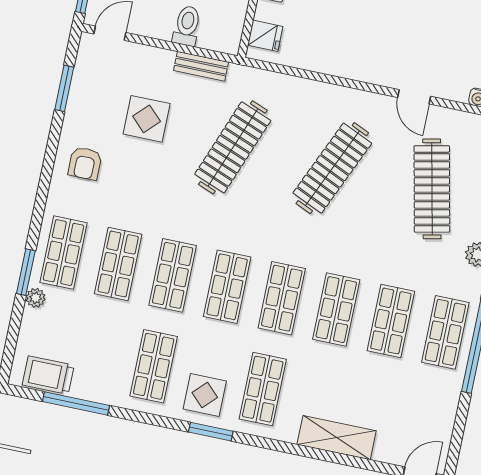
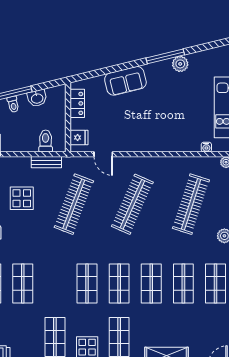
toilet: (187, 26) -> (46, 141), moved
door: (414, 97) -> (103, 154), moved
clothes rail: (432, 189) -> (191, 204), turned 30
shop shelf: (173, 275) -> (55, 284), removed

